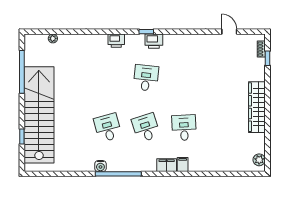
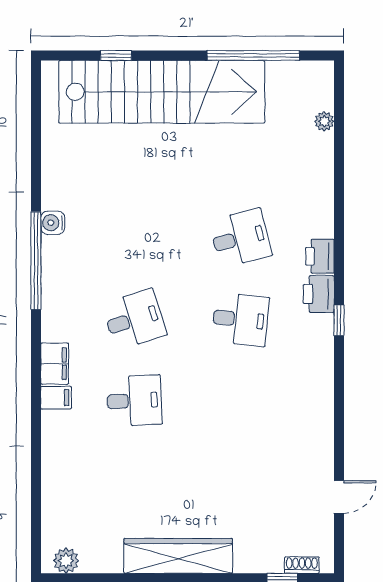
printer: (154, 41) -> (319, 294), moved
desk: (108, 128) -> (240, 238), moved

